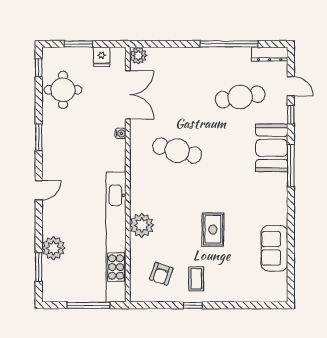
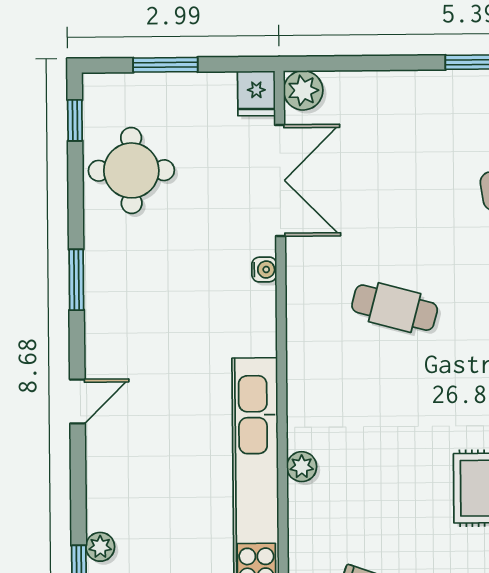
fridge: (102, 57) -> (256, 93), moved
cafe table: (177, 151) -> (395, 308), width x0.73, depth x0.74
plant: (142, 225) -> (302, 467), width x0.53, depth x0.53
plant: (54, 248) -> (100, 547), width x0.53, depth x0.53

